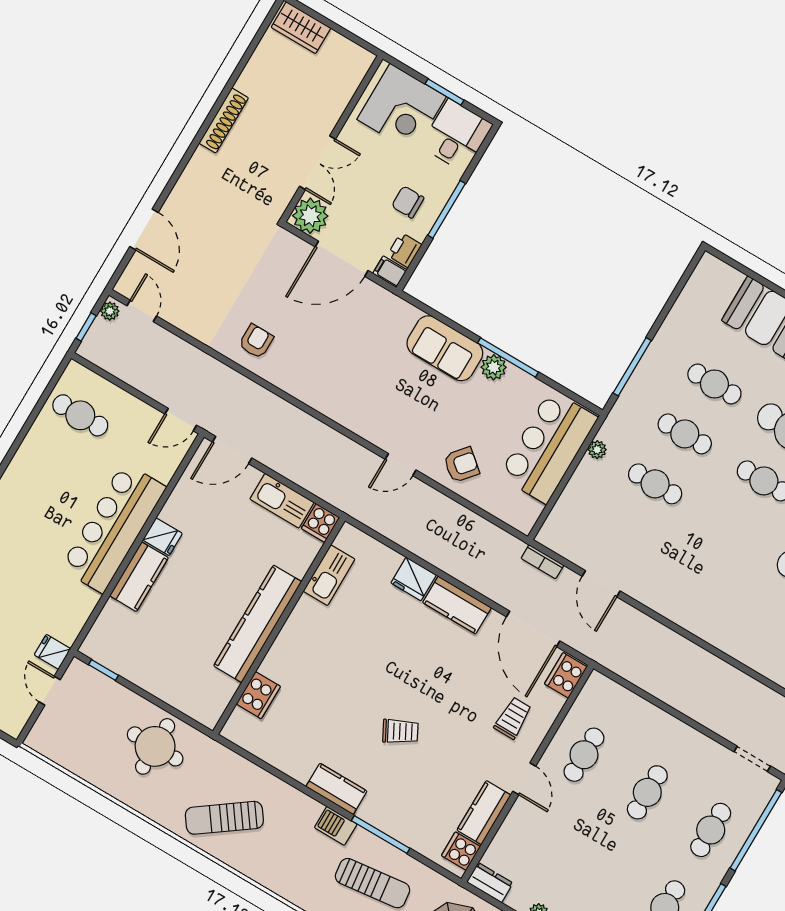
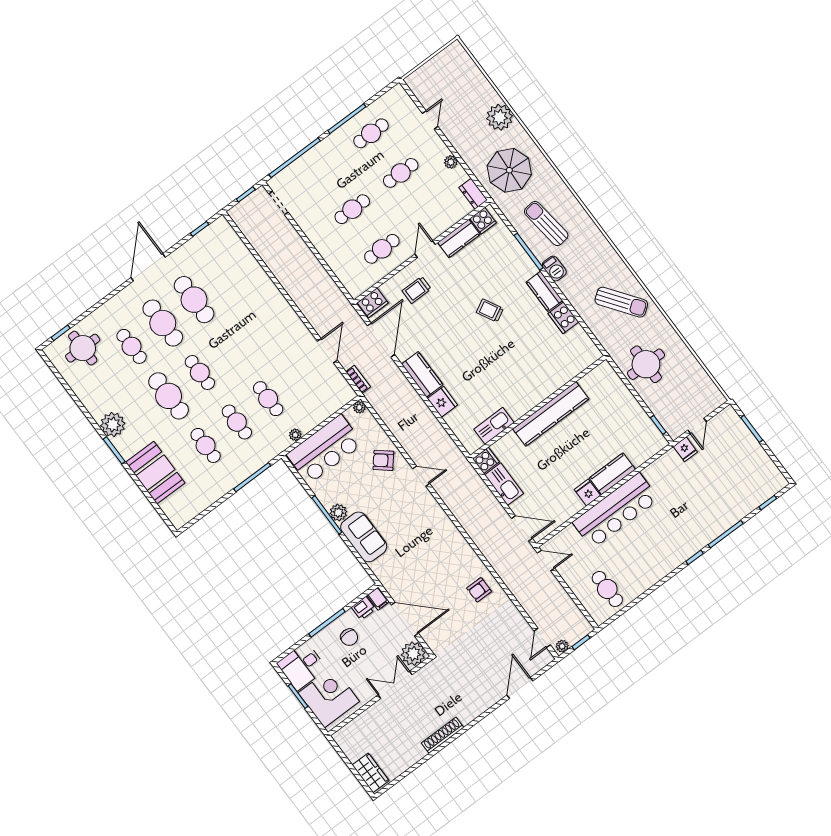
plant: (525, 524) -> (359, 407), added
cooker: (258, 695) -> (563, 318), moved, turned -90
cafe table: (711, 830) -> (401, 173), moved

